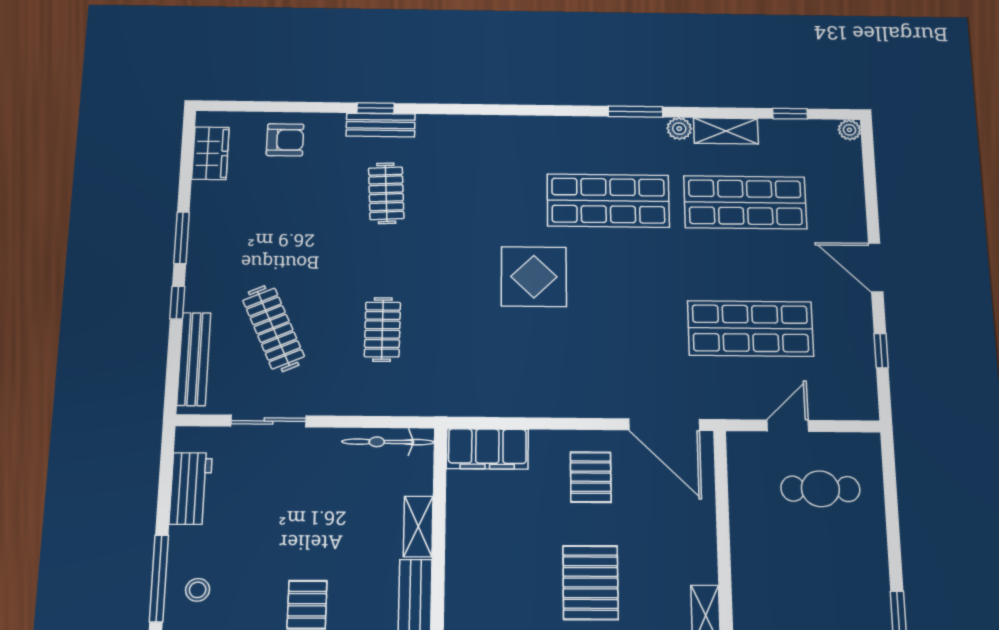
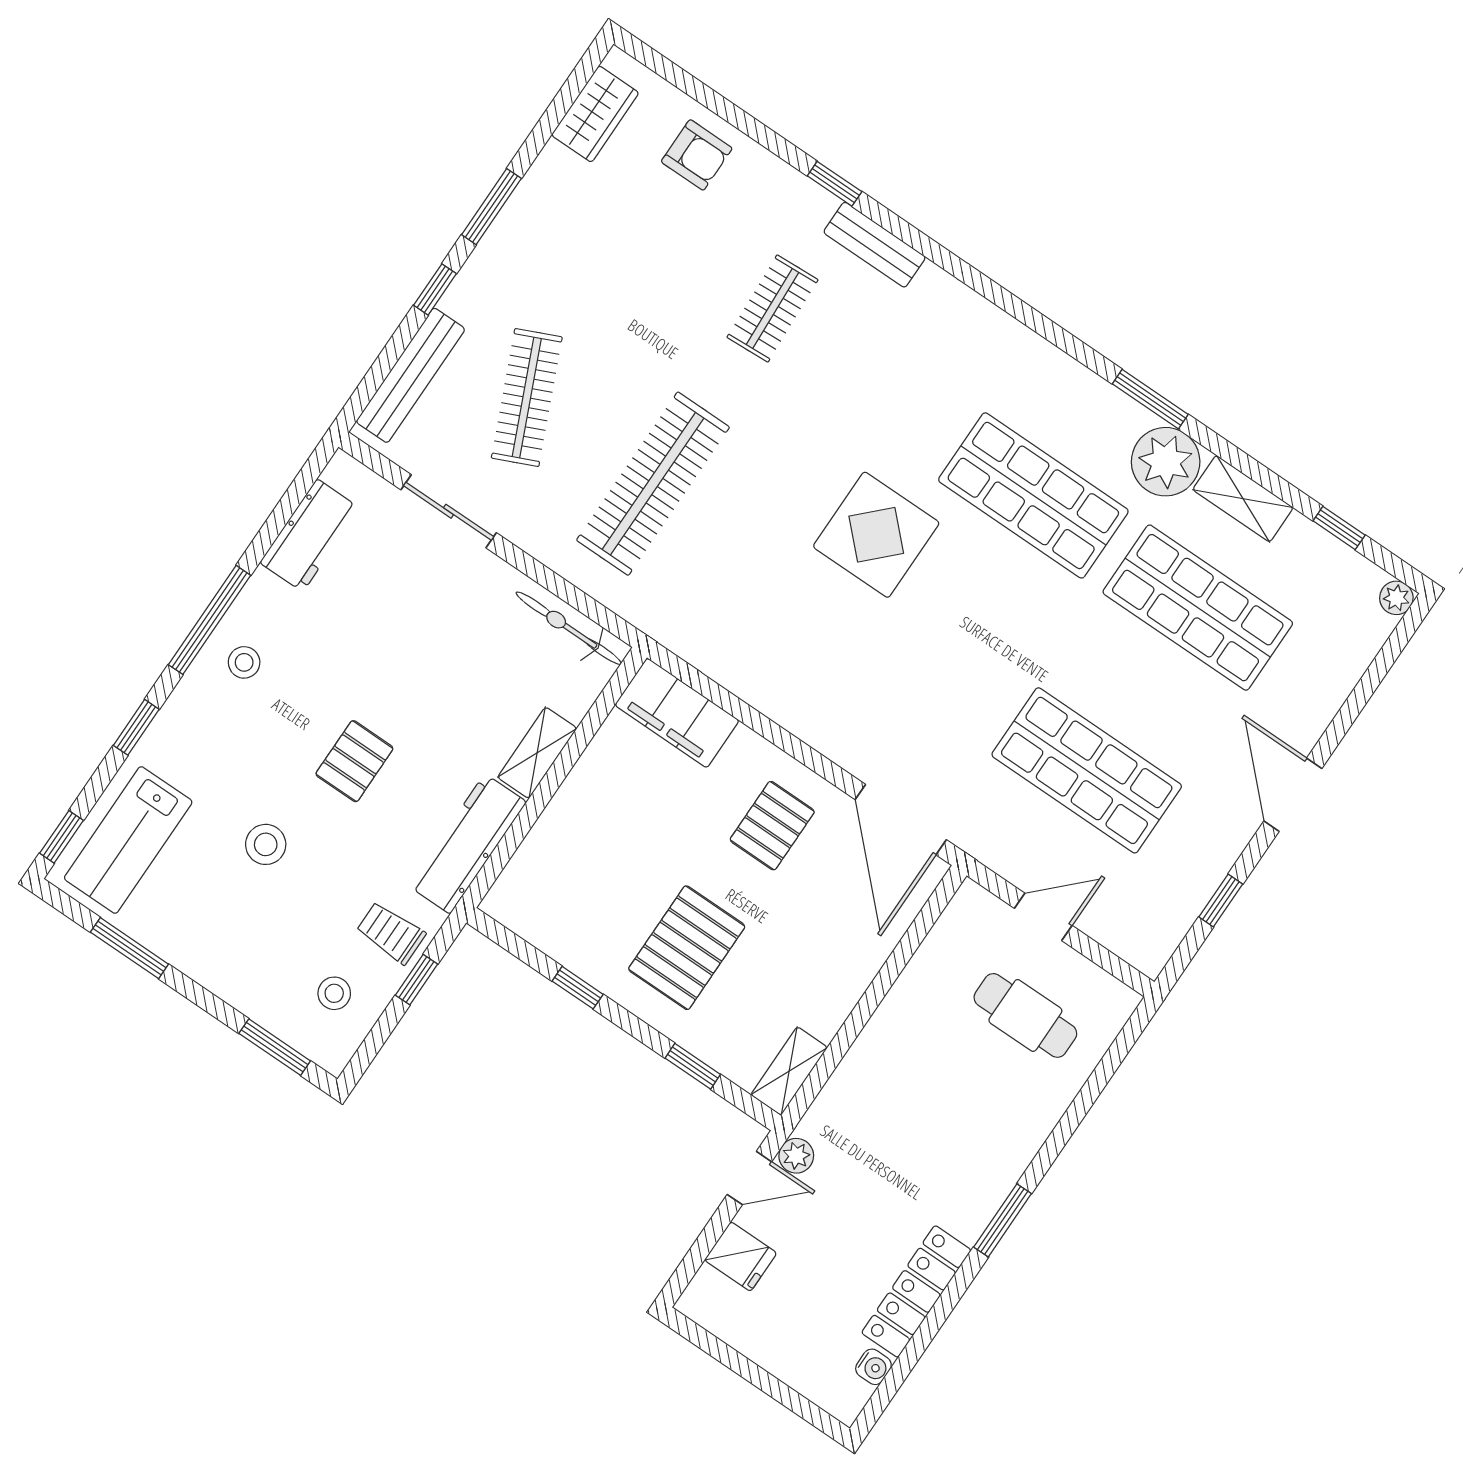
bench: (381, 125) -> (875, 245), moved
plant: (679, 129) -> (1166, 462), width x1.88, depth x1.88
clothes rail: (382, 329) -> (653, 484), width x1.86, depth x1.31

